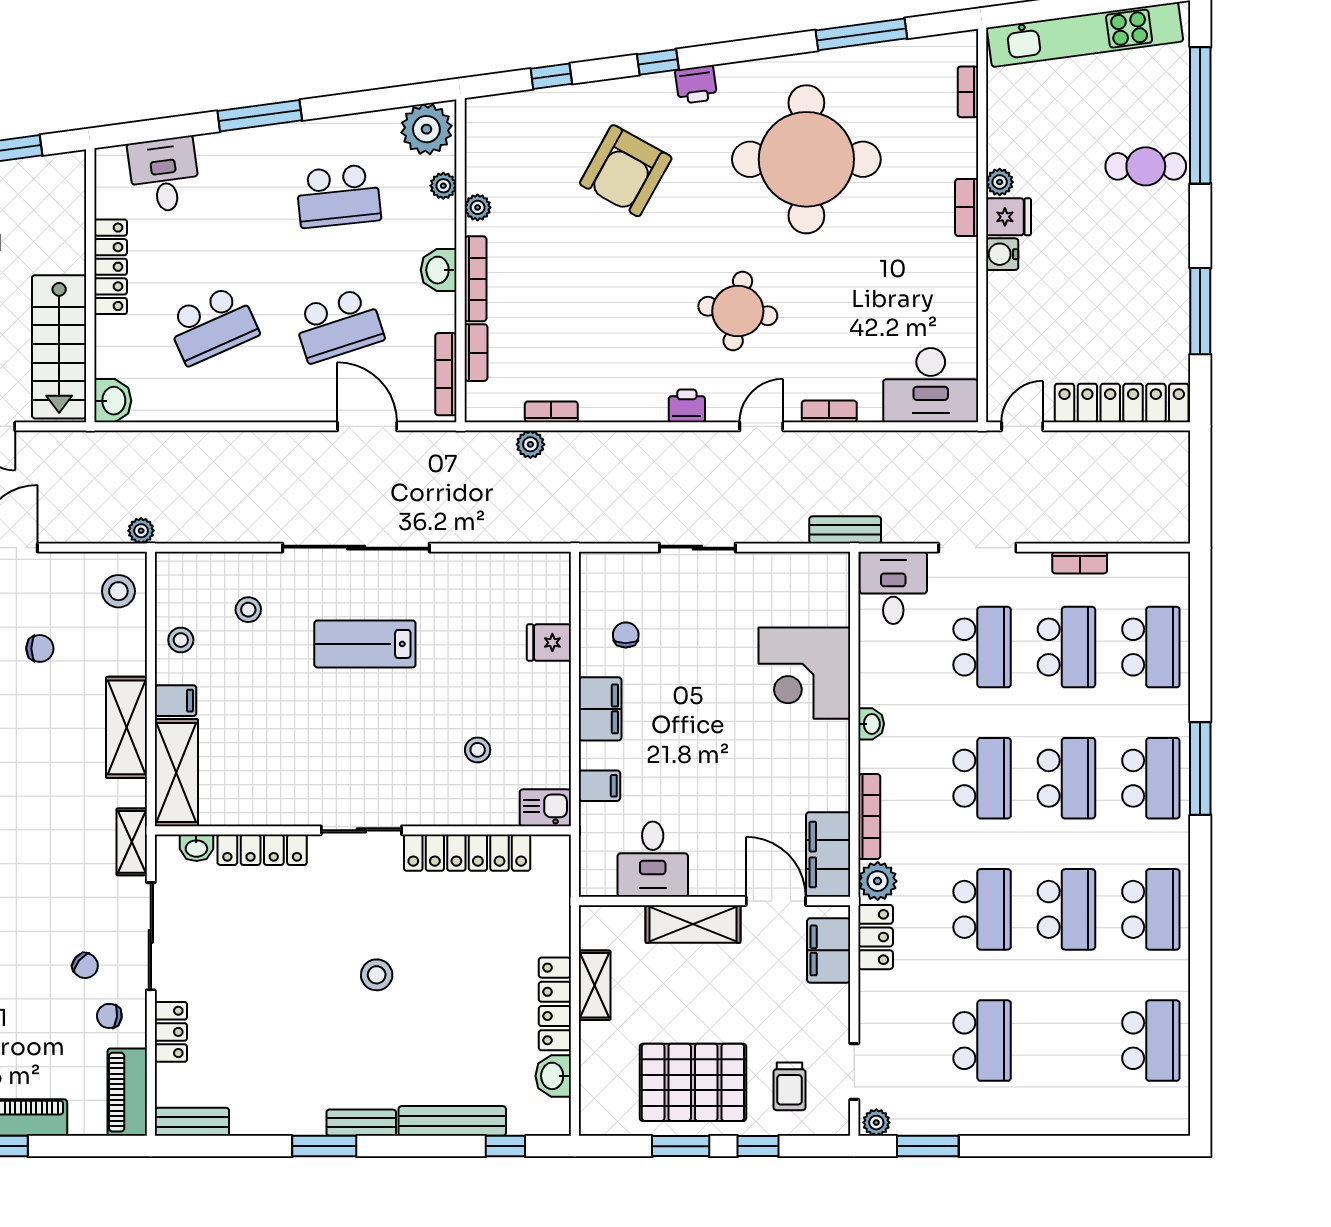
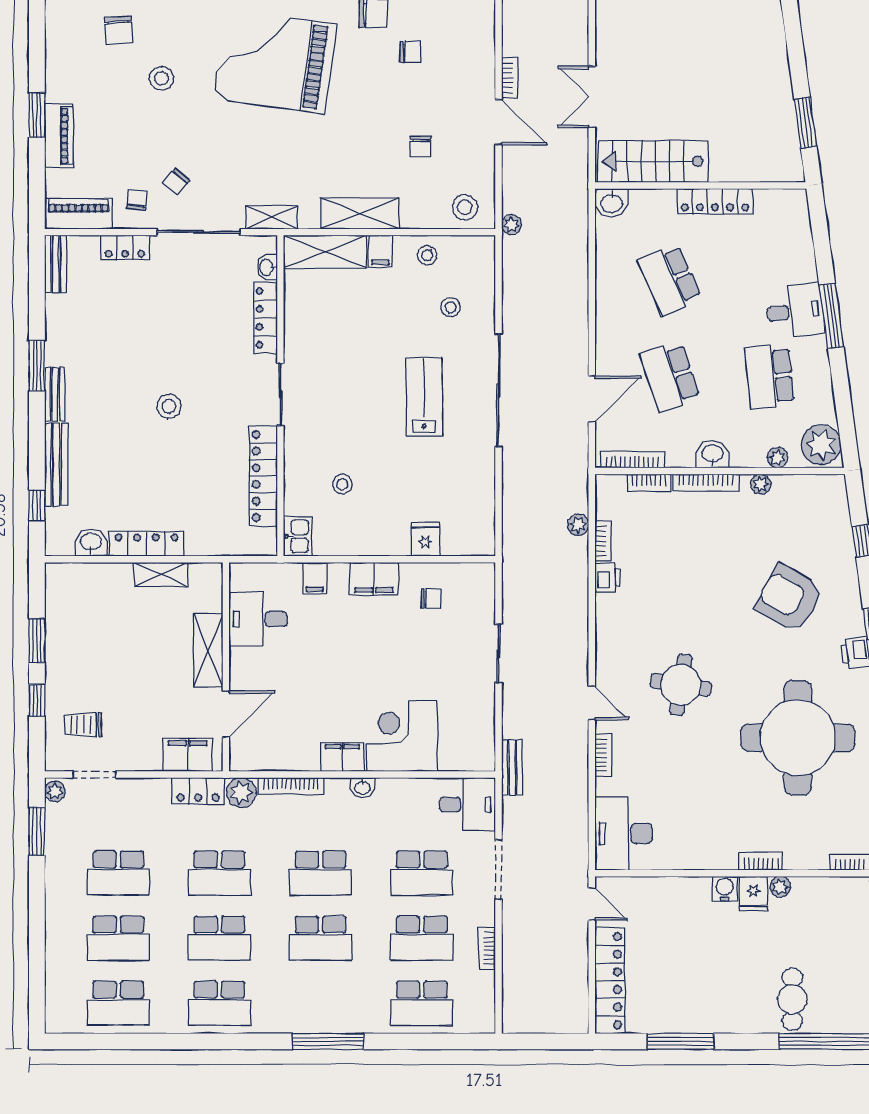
desk: (164, 175) -> (795, 311), moved
printer: (687, 406) -> (608, 577), moved
school desk: (1151, 778) -> (118, 938), moved
filing cabinet: (828, 854) -> (342, 757), moved, width x0.67, depth x0.86
pallet: (693, 1082) -> (86, 650), removed

